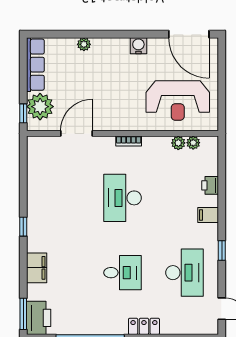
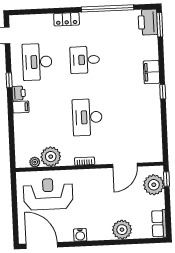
plant: (84, 44) -> (122, 230), width x1.88, depth x1.88
row of seats: (35, 65) -> (159, 224), width x0.68
plant: (178, 143) -> (51, 157), width x1.87, depth x1.87
printer: (210, 185) -> (19, 93), moved
desk: (123, 198) -> (87, 117), turned 180
filing cabinet: (37, 268) -> (152, 72), moved

